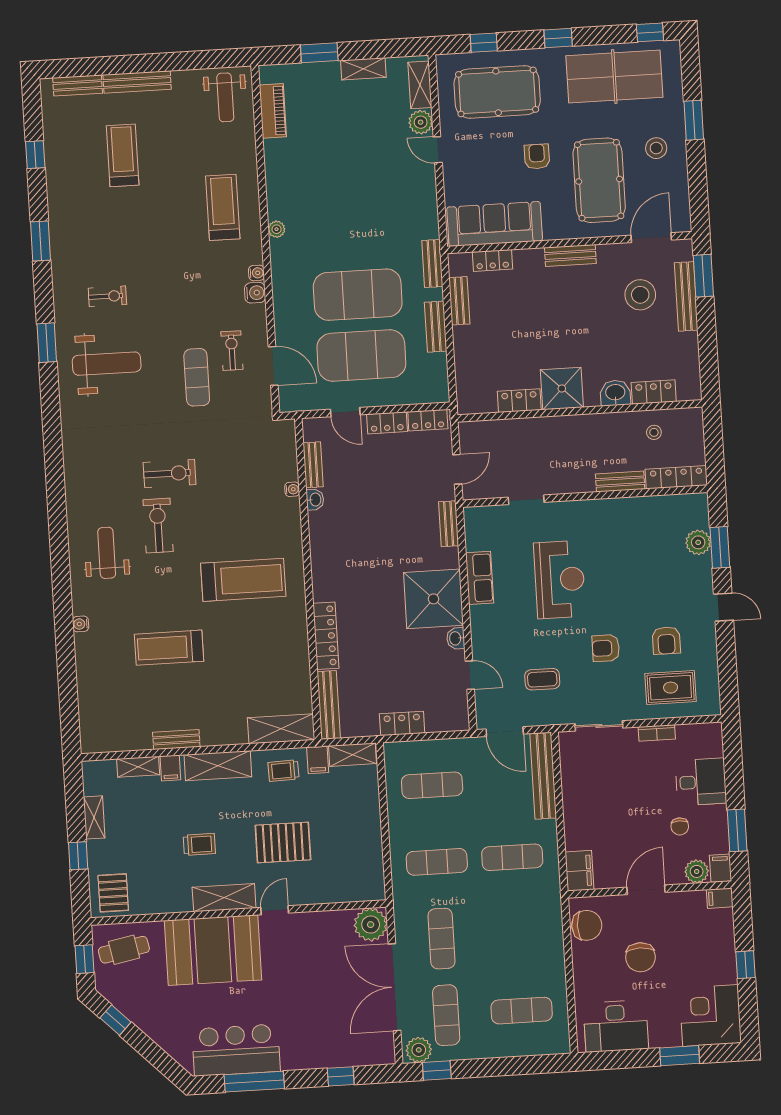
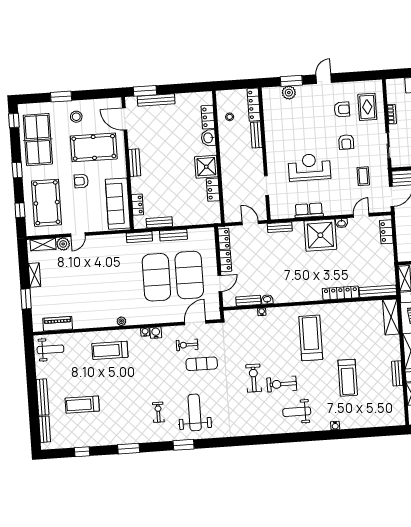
stool: (640, 295) -> (155, 125), removed
locker: (402, 723) -> (386, 232), moved

